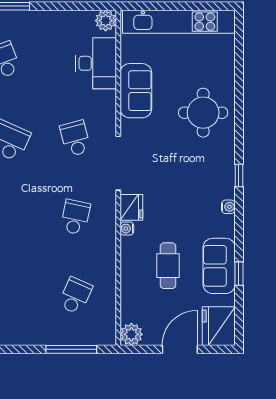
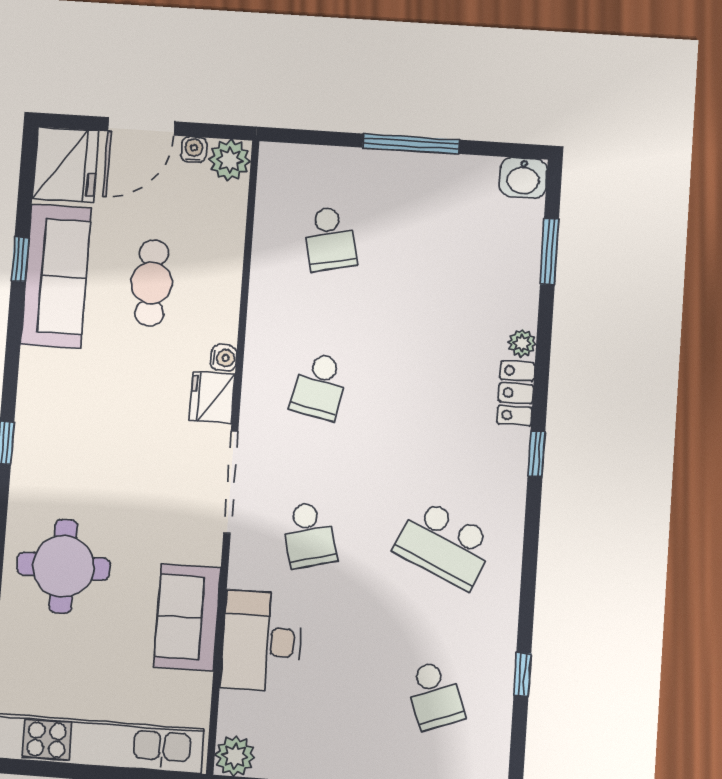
desk: (96, 63) -> (261, 641), moved
water cooler: (228, 207) -> (194, 149), moved, turned 90
sofa: (219, 266) -> (56, 276), width x1.36
school desk: (75, 296) -> (330, 239), turned -36
window: (71, 349) -> (411, 144), moved

